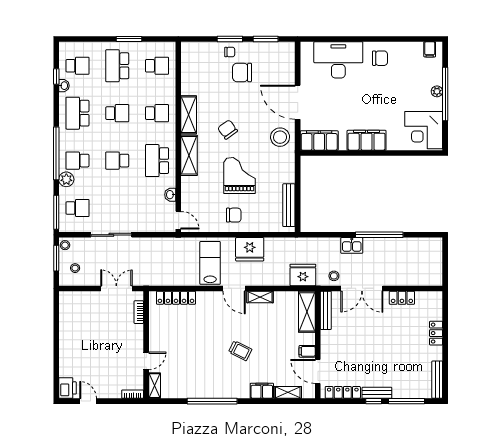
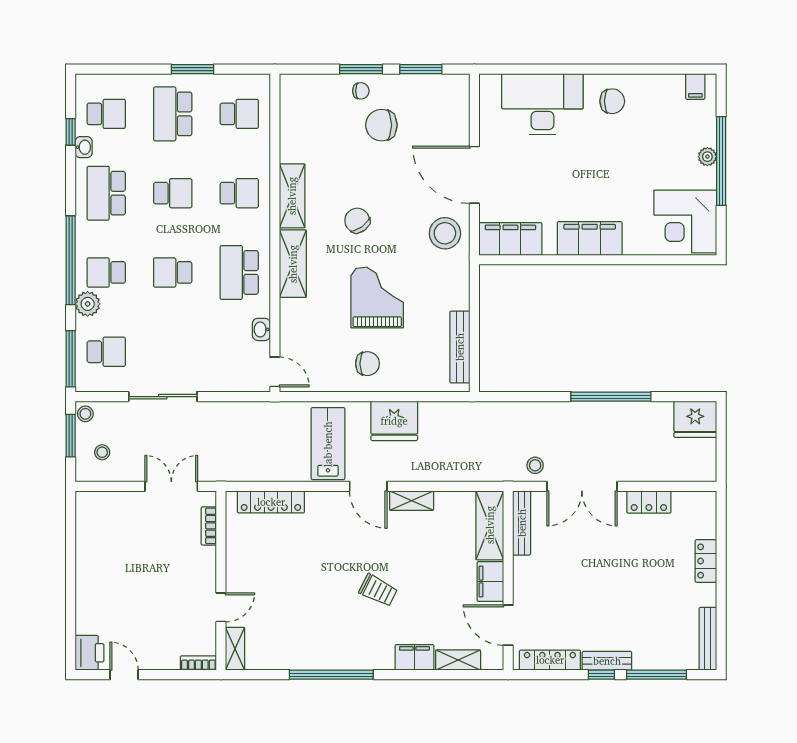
kitchen sink: (352, 245) -> (565, 414), removed
fridge: (303, 275) -> (695, 419), moved, turned 180
filing cabinet: (307, 351) -> (490, 582), width x2.00

